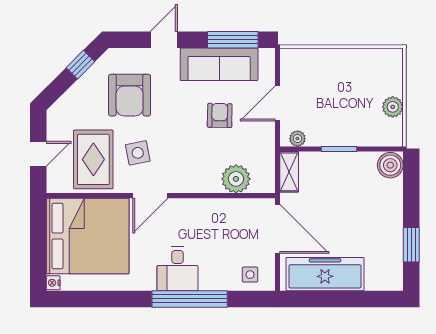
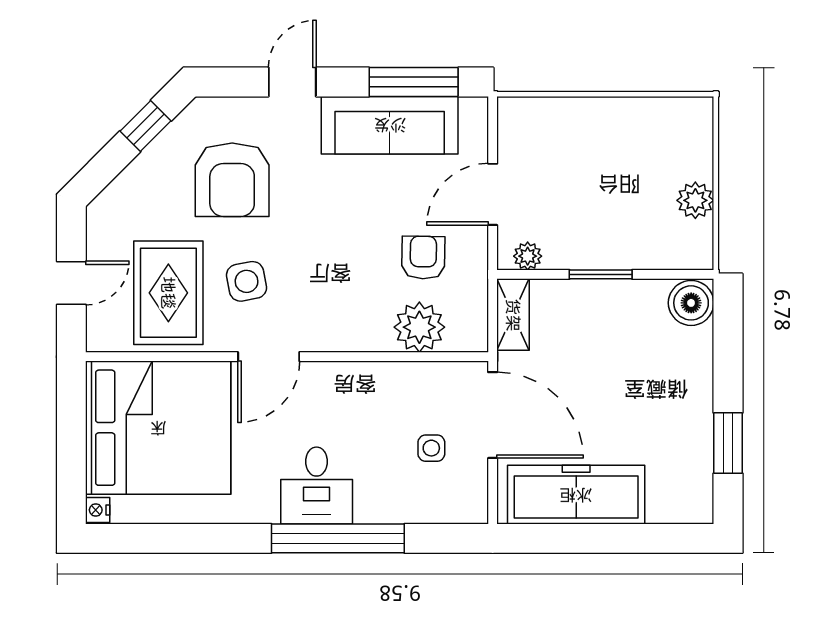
armchair: (220, 115) -> (423, 258), moved
side table: (250, 275) -> (431, 448), moved

